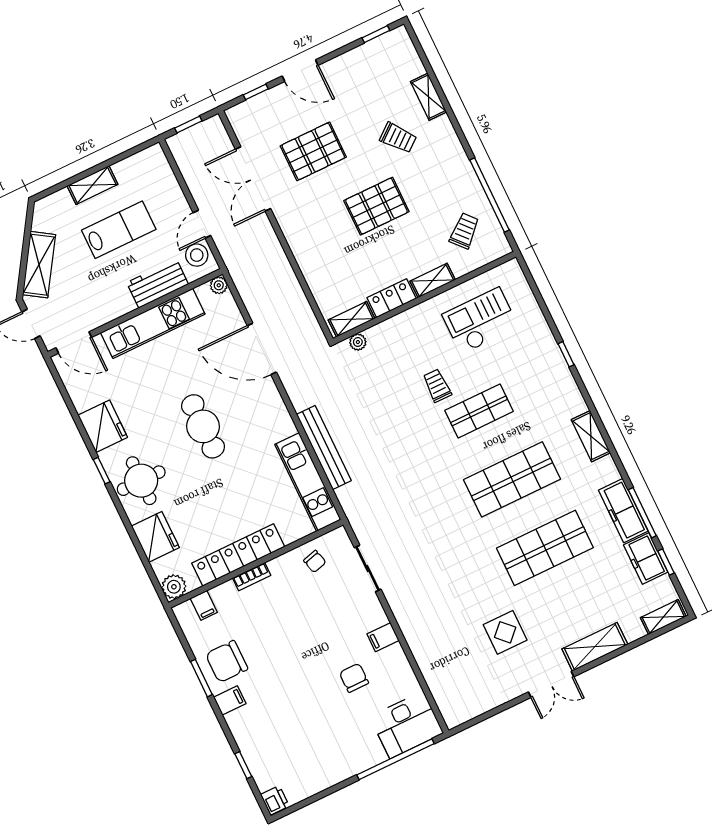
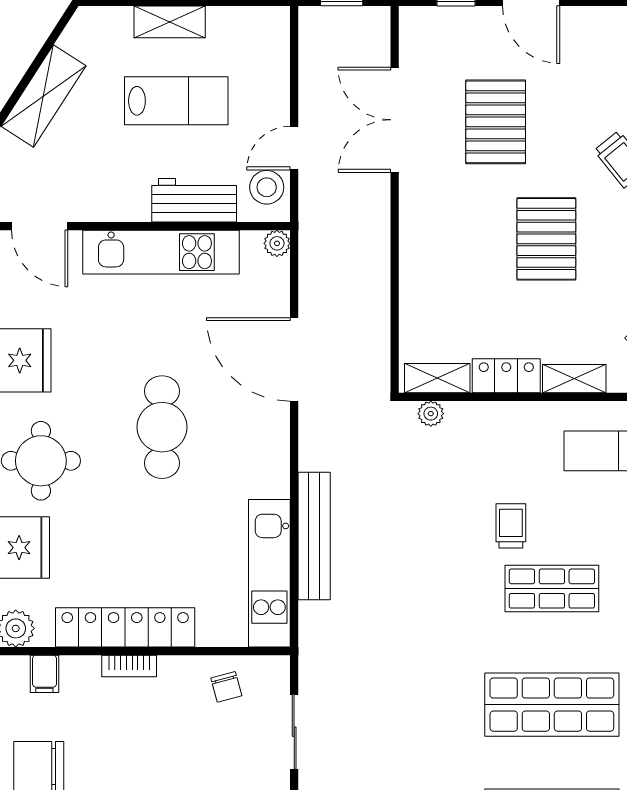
pallet: (313, 151) -> (496, 122), turned 90
pallet: (376, 206) -> (546, 239), turned 90

